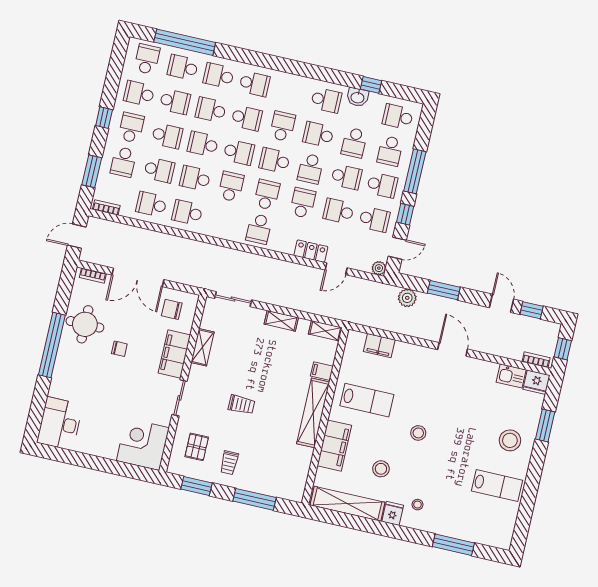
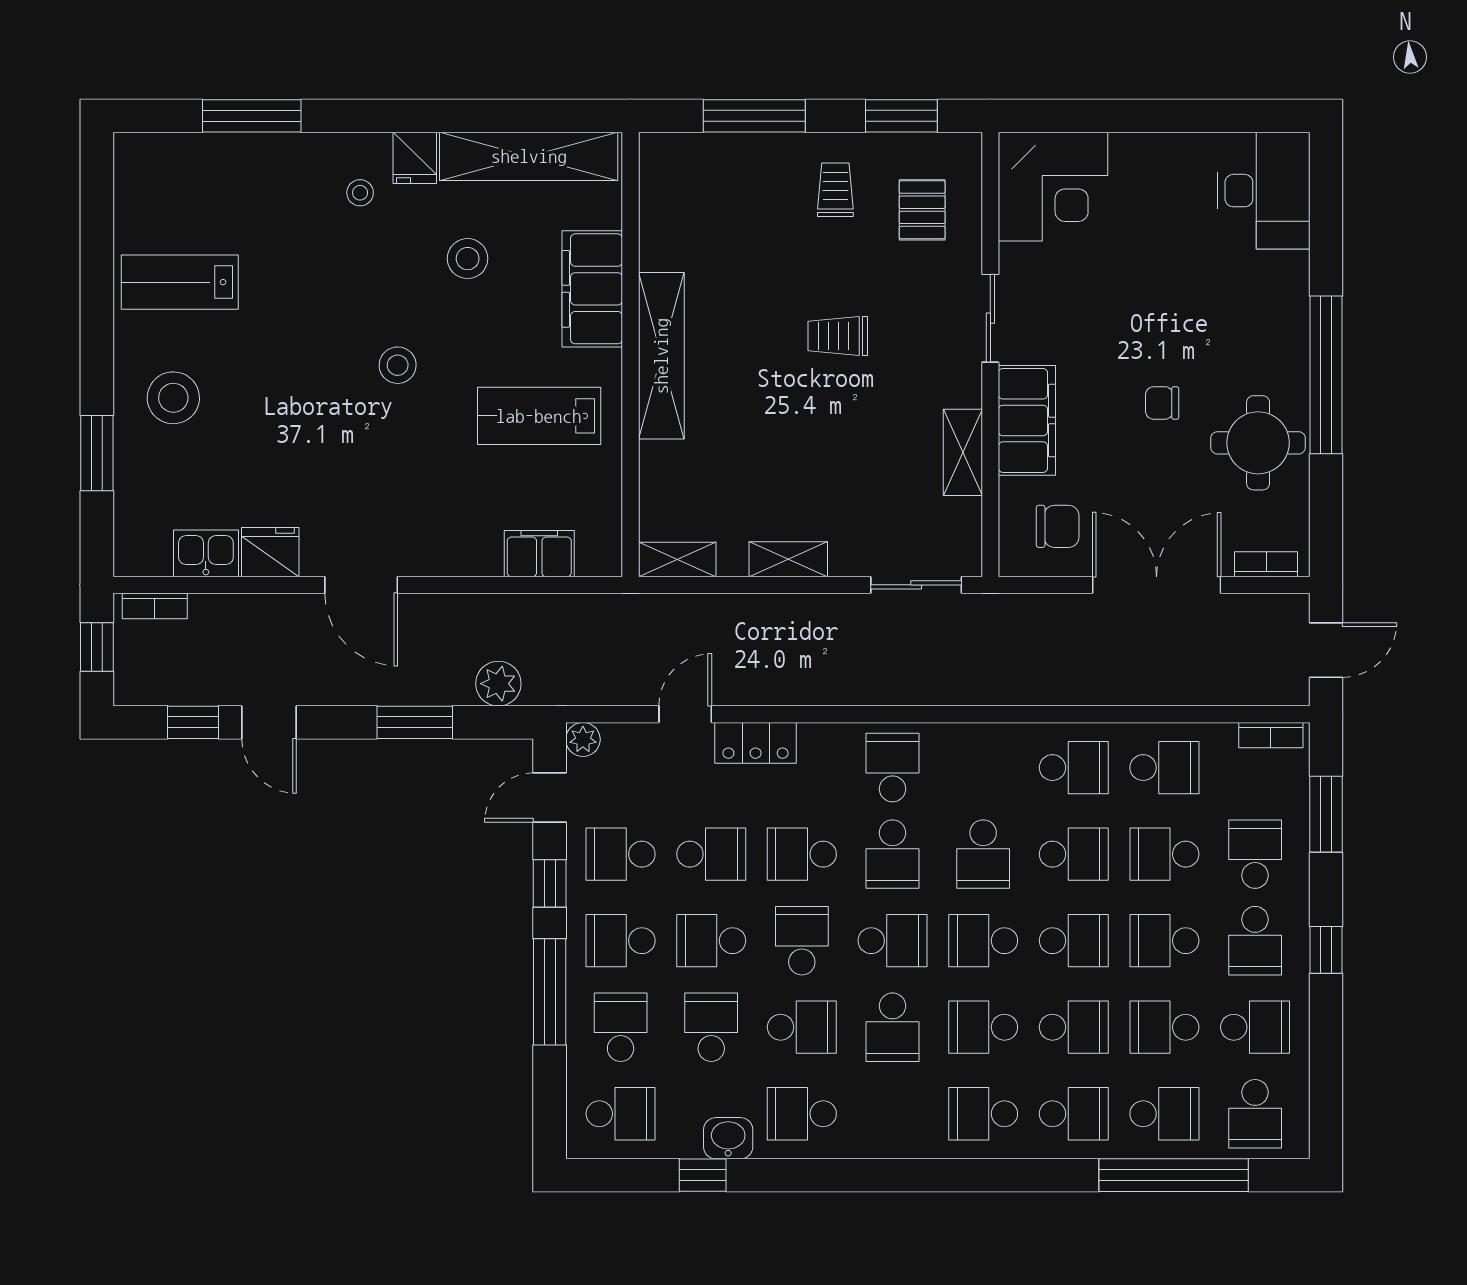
school desk: (303, 203) -> (802, 854), turned 90
filing cabinet: (322, 371) -> (663, 461), removed
fridge: (536, 382) -> (270, 552), moved

